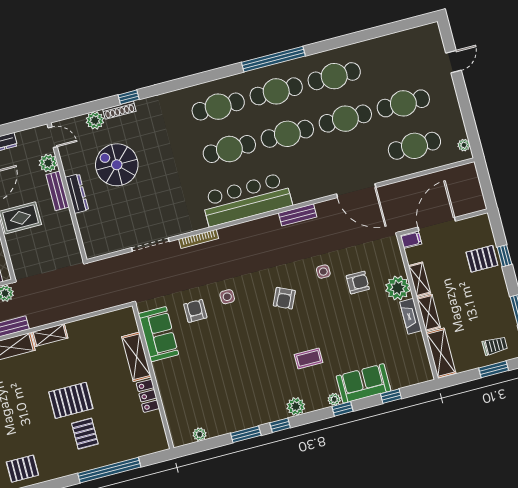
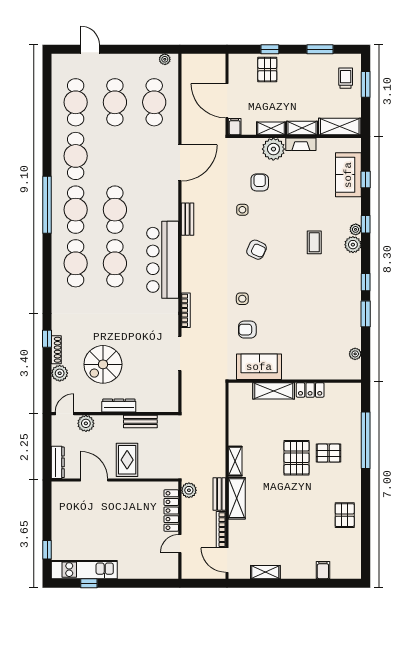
cafe table: (345, 119) -> (76, 102), moved
bench: (58, 191) -> (140, 421), moved
sofa: (364, 383) -> (348, 175), moved
plant: (296, 406) -> (353, 245), moved

